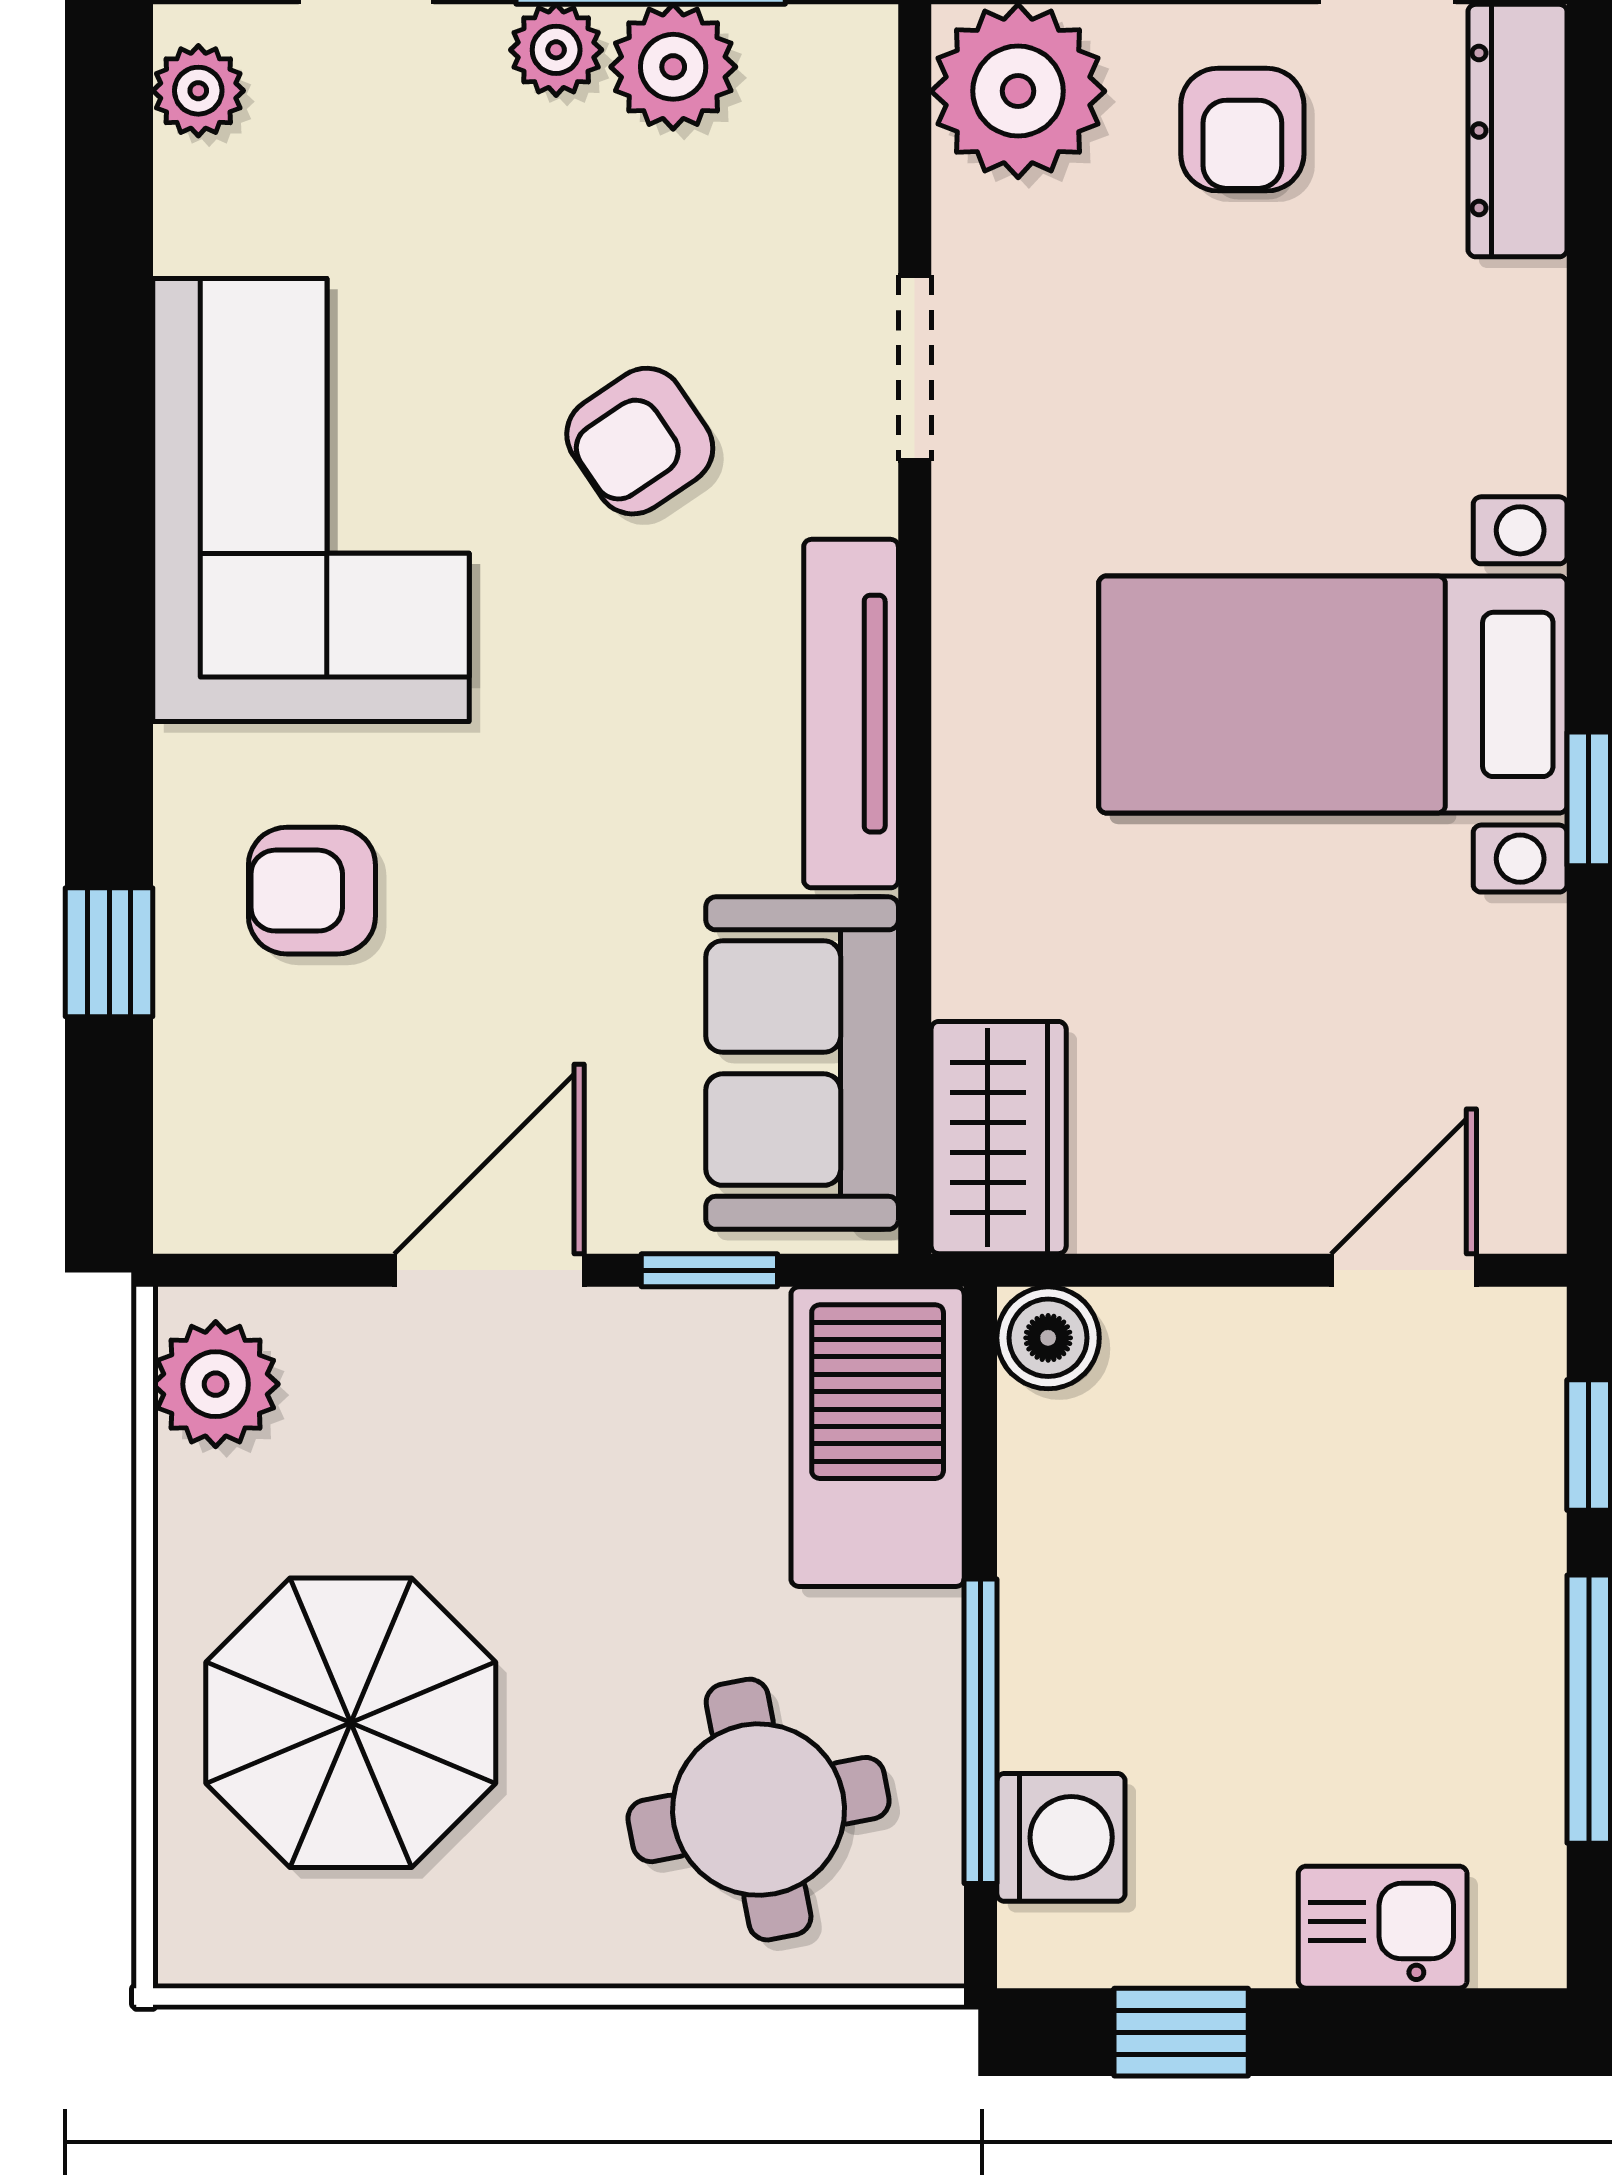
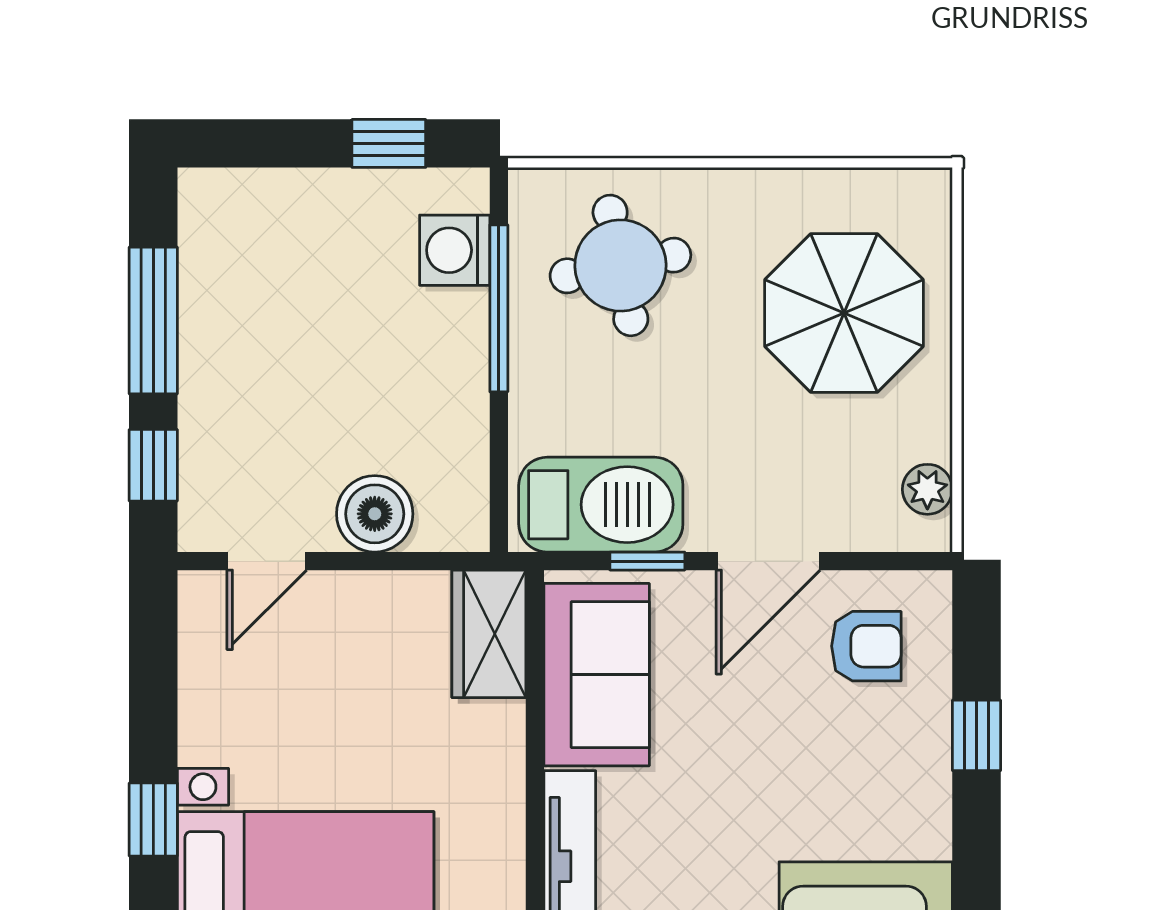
armchair: (312, 891) -> (866, 646), moved
boiler: (1048, 1338) -> (375, 514), moved, width x1.36, depth x1.36
plant: (216, 1384) -> (927, 489), width x0.73, depth x0.73
barbecue: (878, 1437) -> (601, 505), moved, turned -90
kitchen sink: (1383, 1927) -> (278, 201), removed

